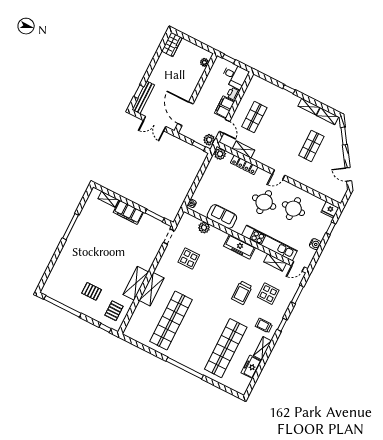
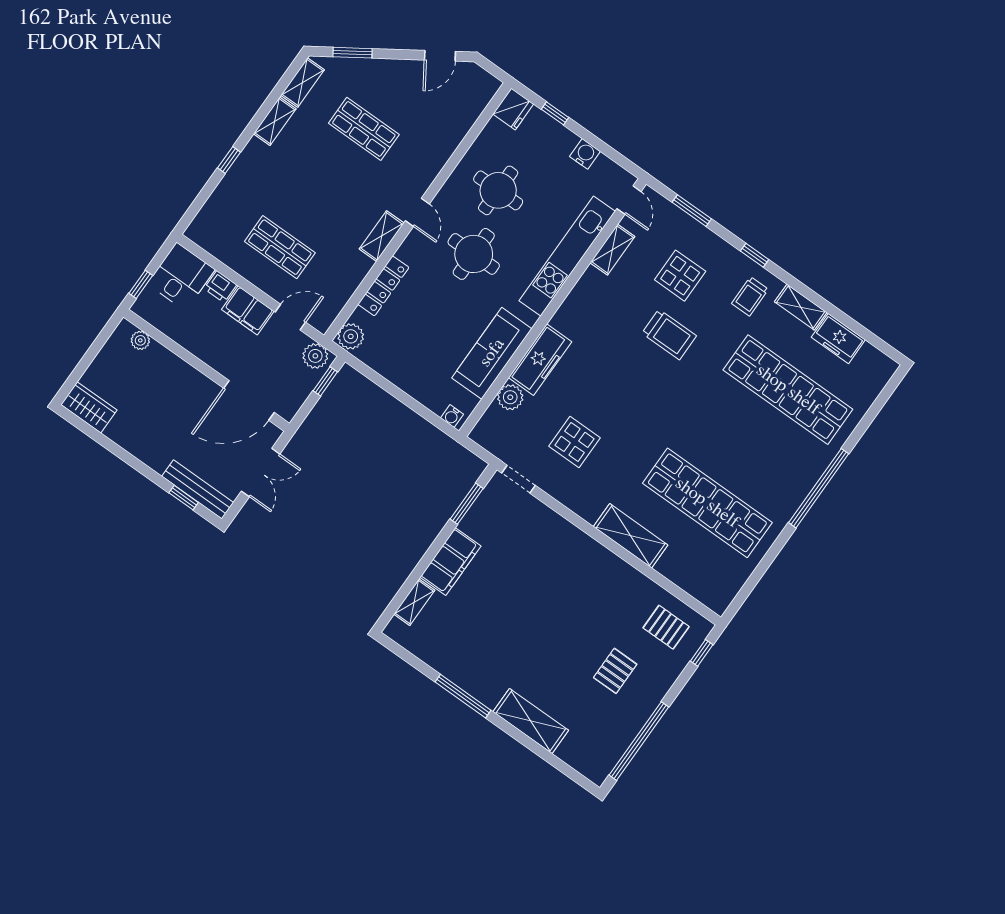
shelving: (243, 150) -> (382, 236), moved
sofa: (222, 217) -> (492, 353), width x1.36
freezer: (240, 247) -> (540, 360), moved
shelving: (136, 283) -> (531, 721), moved

